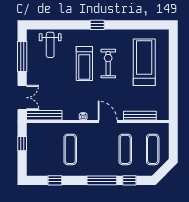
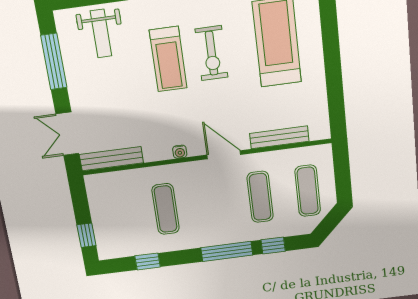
exercise bike: (108, 63) -> (212, 53), turned 180
double door: (22, 98) -> (67, 134), swing flipped
window: (22, 144) -> (86, 235), moved

